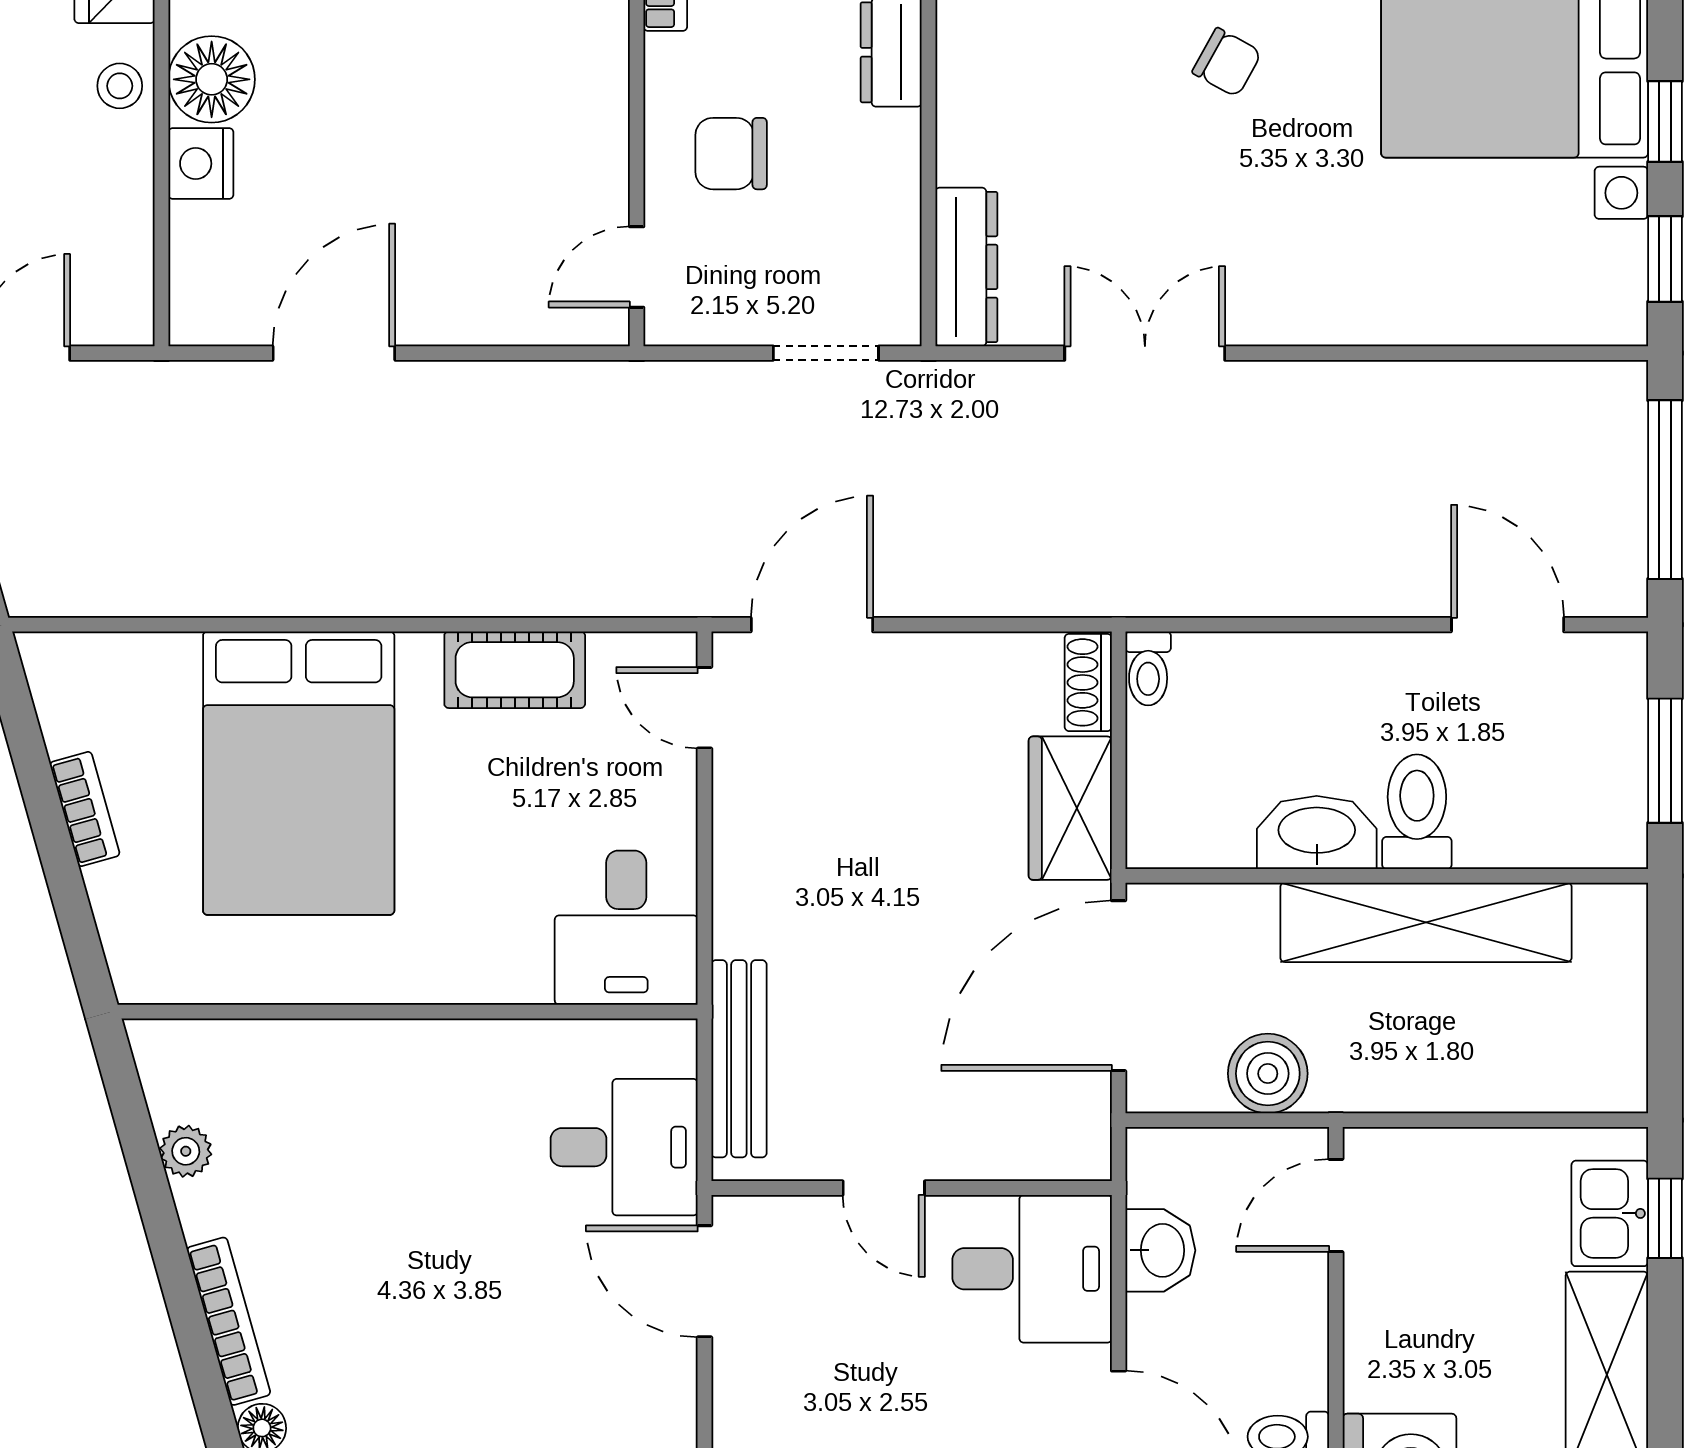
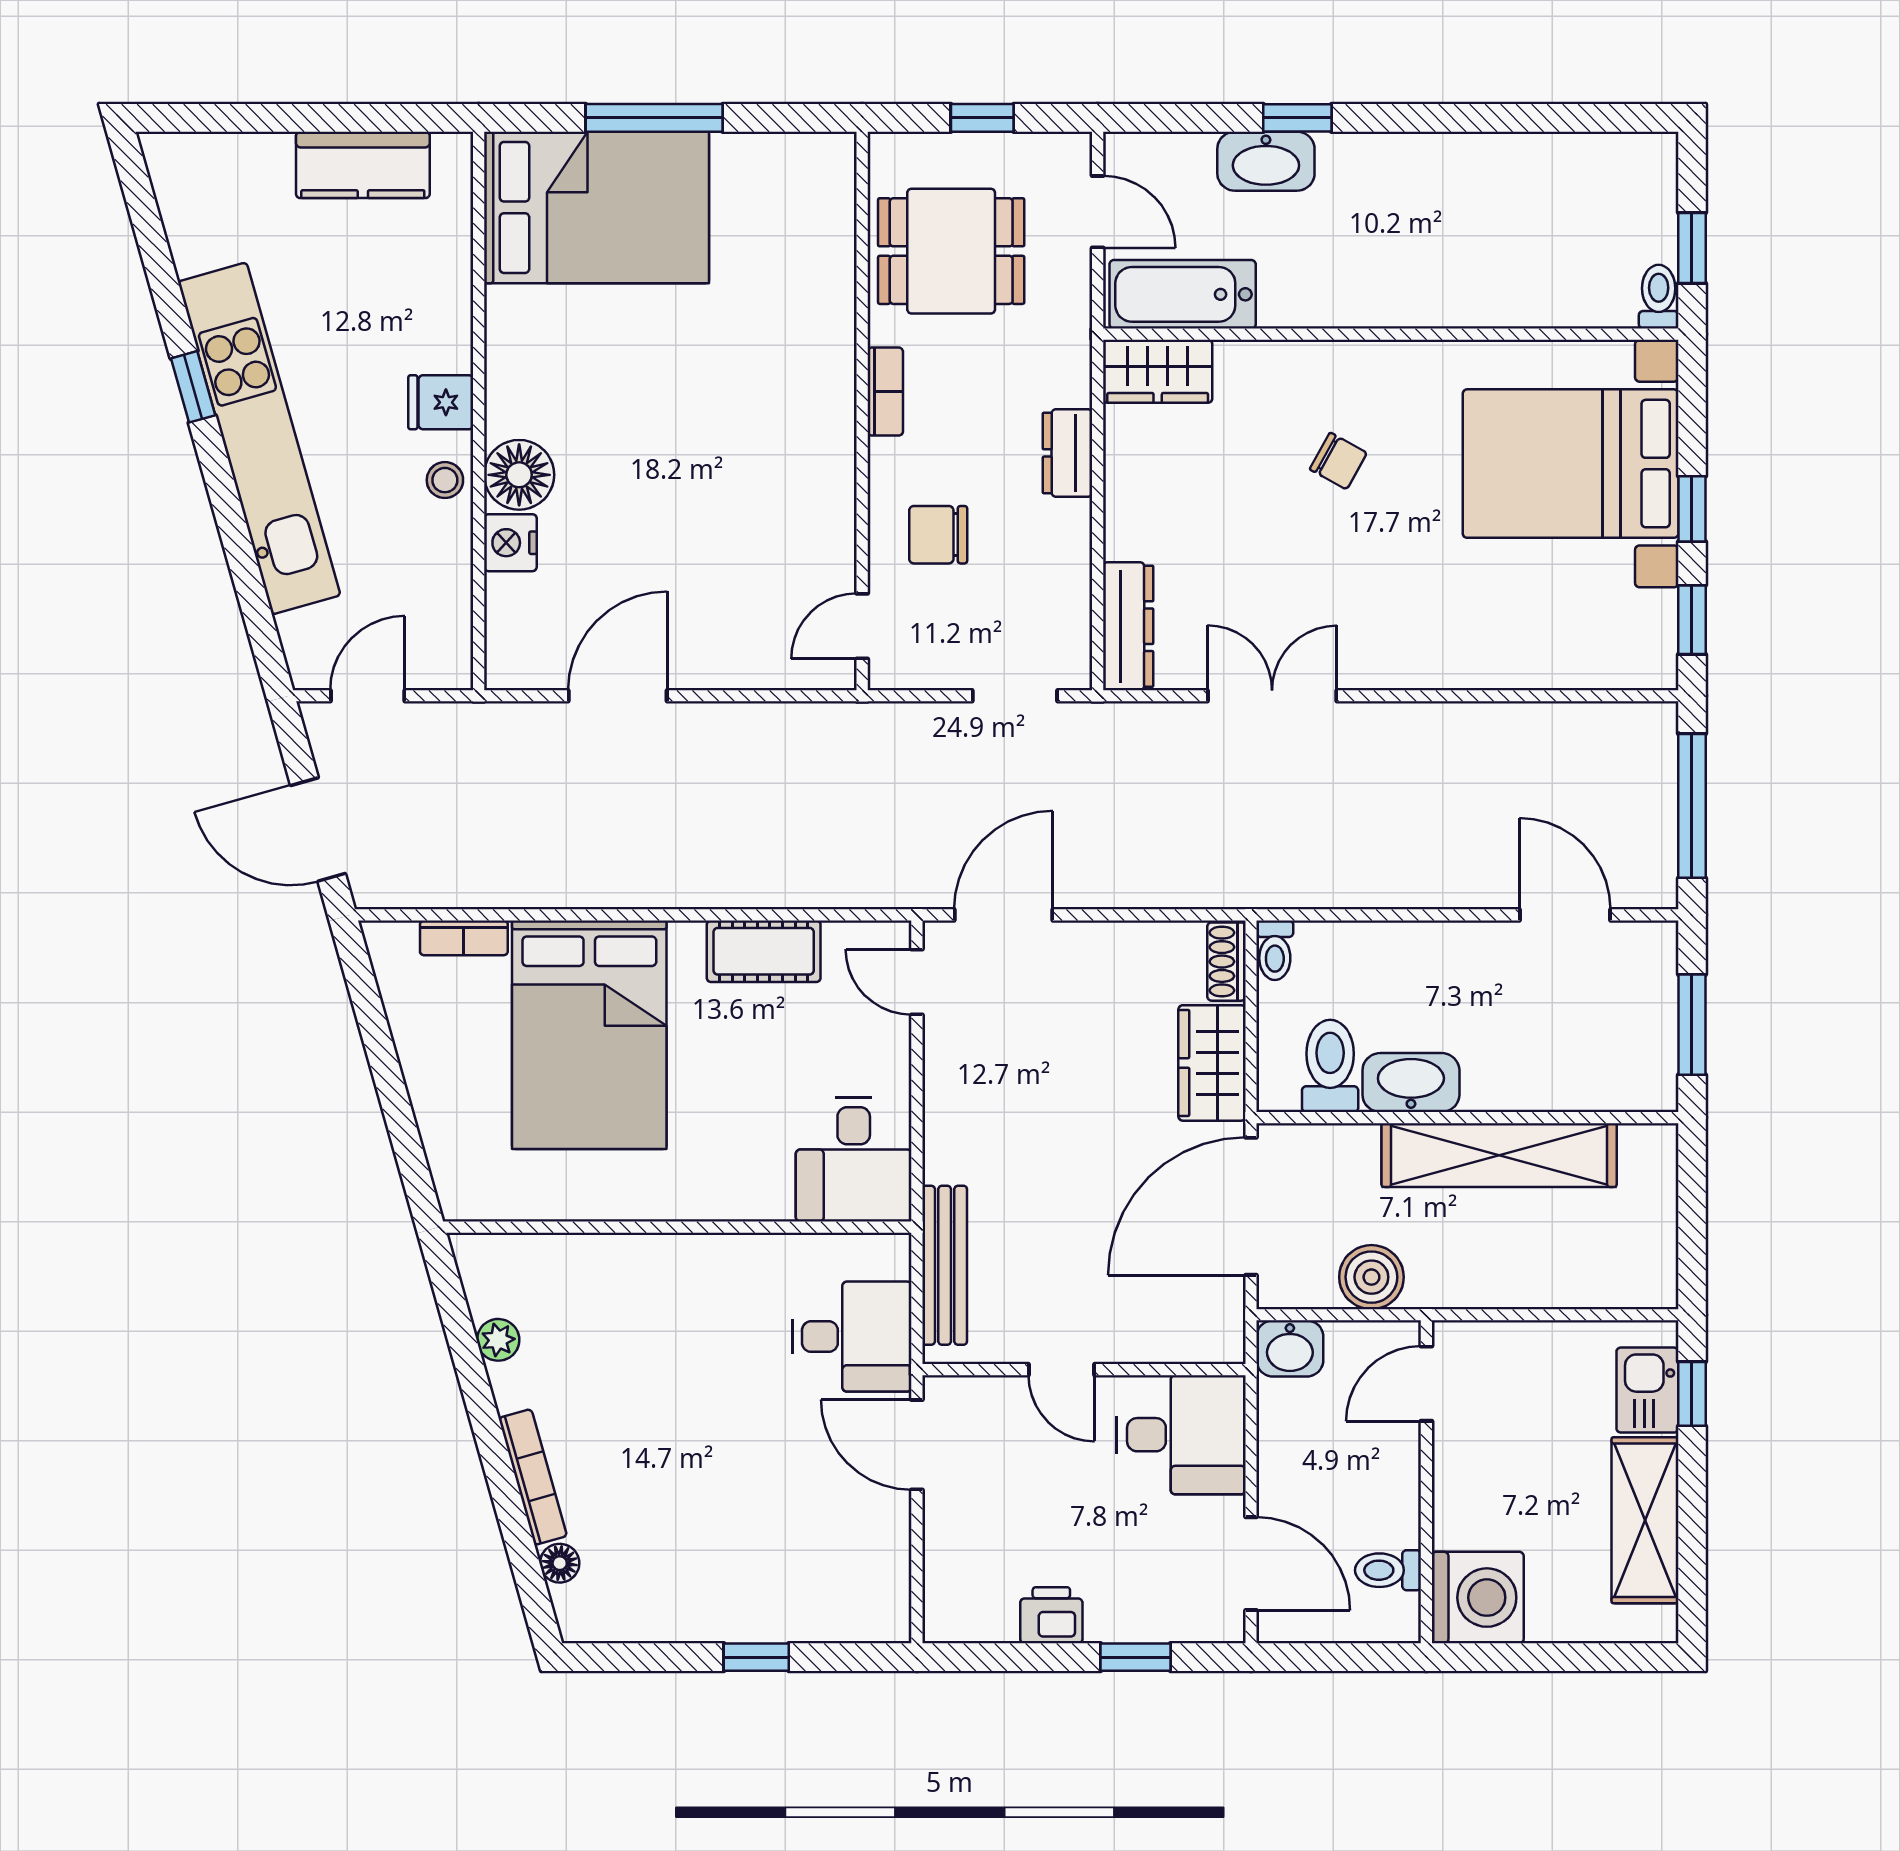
bookcase: (85, 809) -> (464, 938), moved, turned 106
toilet: (1417, 812) -> (1330, 1066), moved
washbasin: (1160, 1250) -> (1290, 1348), moved, turned 90

